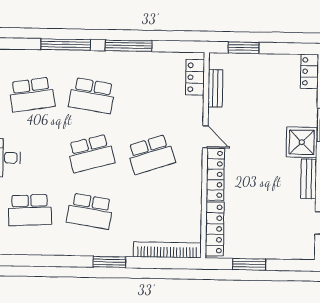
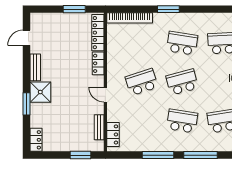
locker: (215, 174) -> (98, 63), width x0.66

